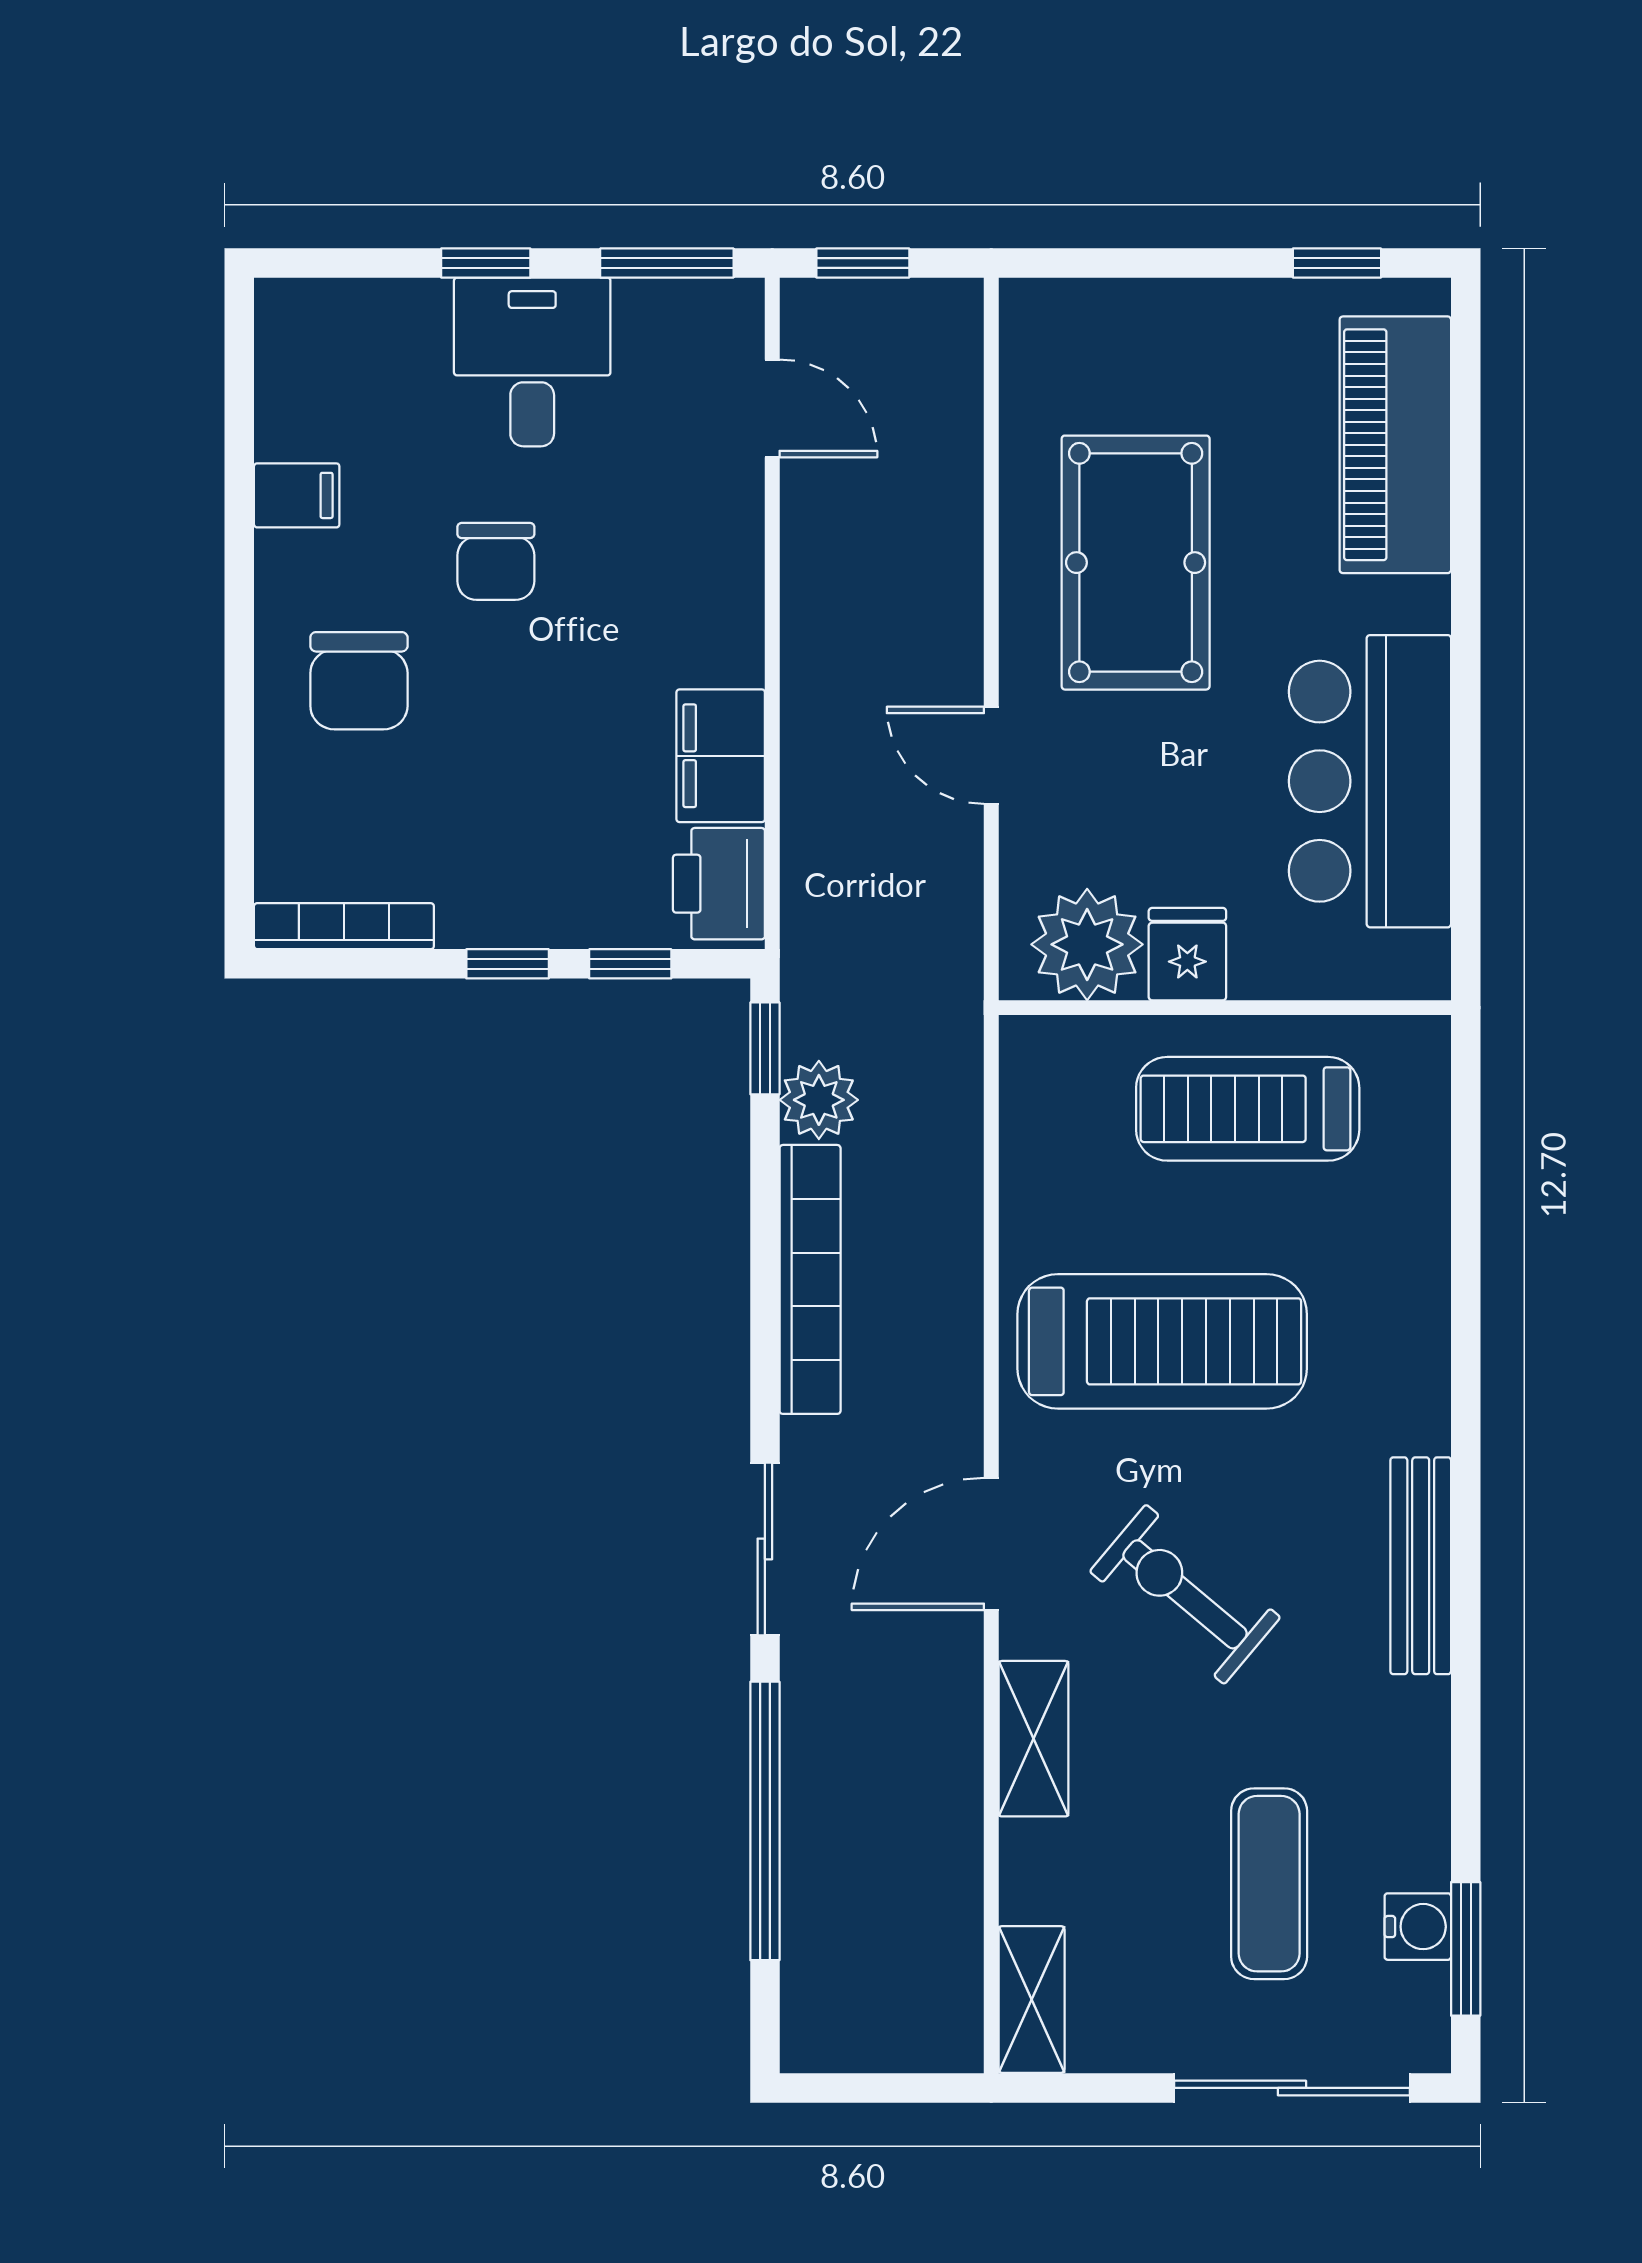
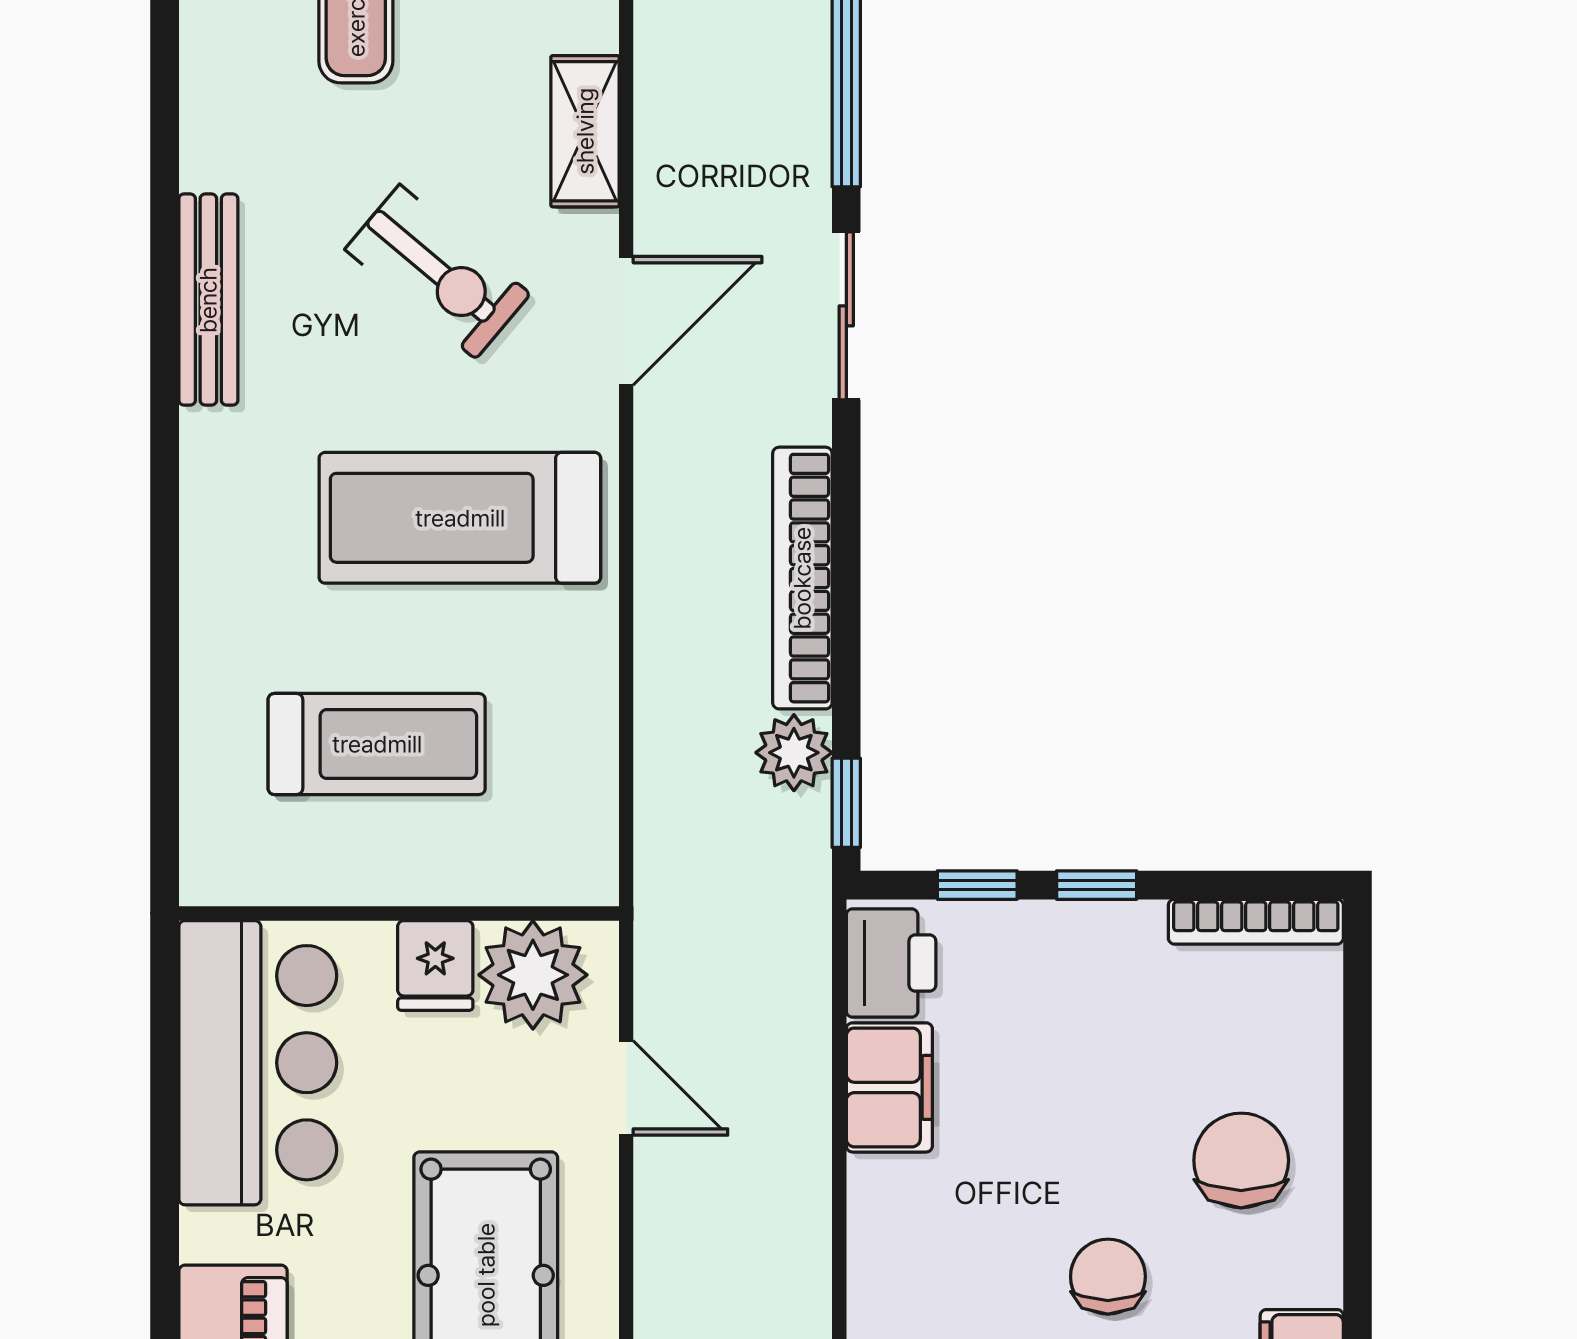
plant: (1087, 944) -> (533, 975), moved
fridge: (1187, 954) -> (435, 965), moved
wall: (1225, 1008) -> (399, 913), moved

